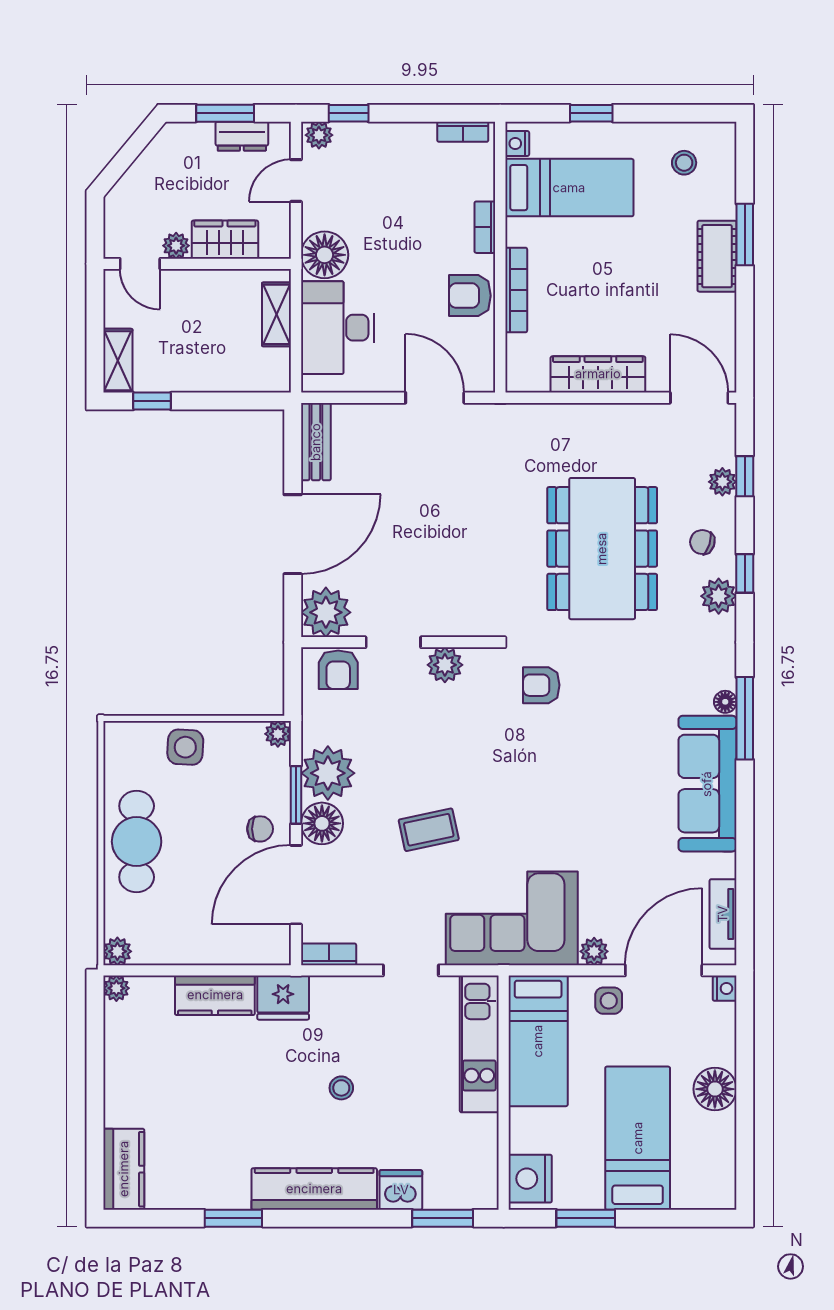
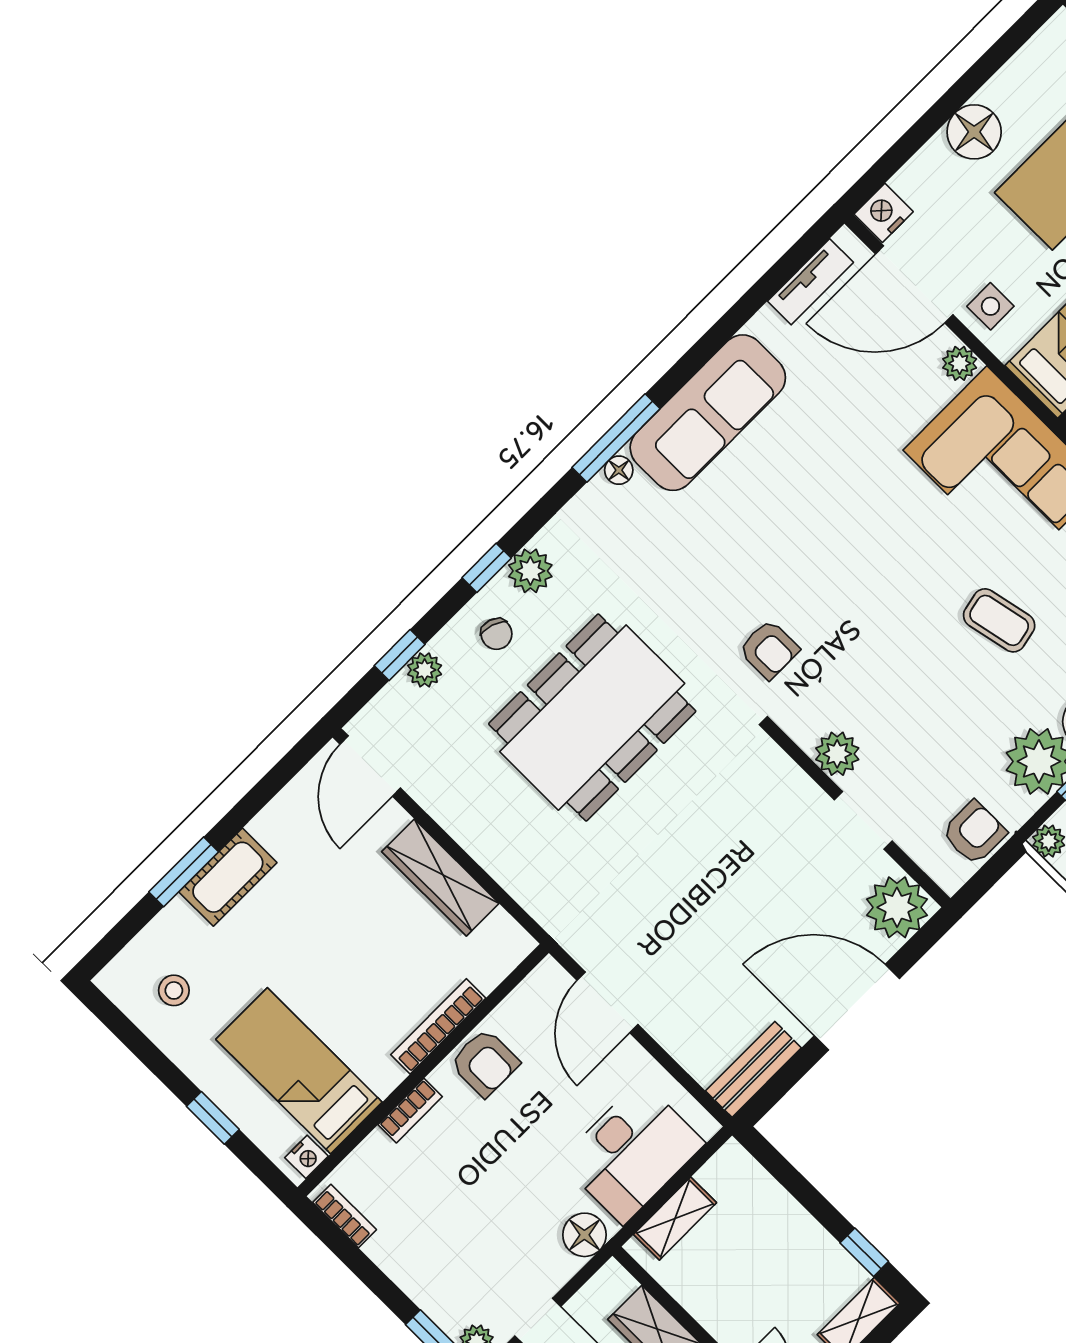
floor lamp: (325, 255) -> (584, 1235), width x0.73, depth x0.73
armchair: (338, 670) -> (974, 833), moved
nightstand: (725, 988) -> (884, 213), width x1.39, depth x1.35

